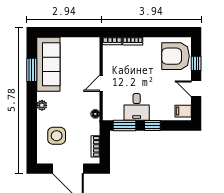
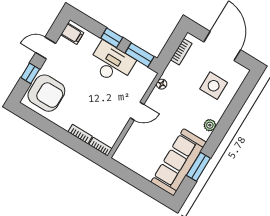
door: (196, 89) -> (46, 48), swing flipped
desk: (137, 107) -> (111, 63), width x1.37

